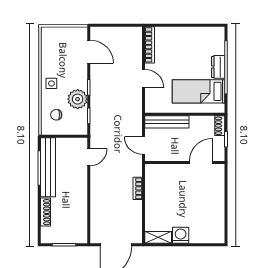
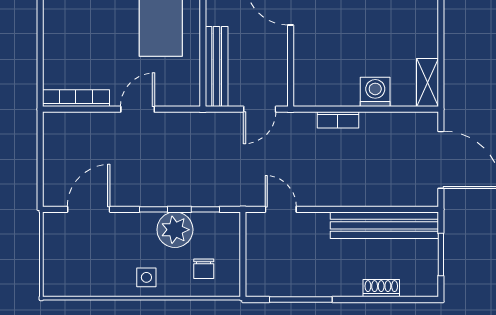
bench: (48, 167) -> (384, 225), moved
shoe rack: (45, 212) -> (381, 288), width x0.70
washing machine: (181, 235) -> (375, 92), moved, turned 90

